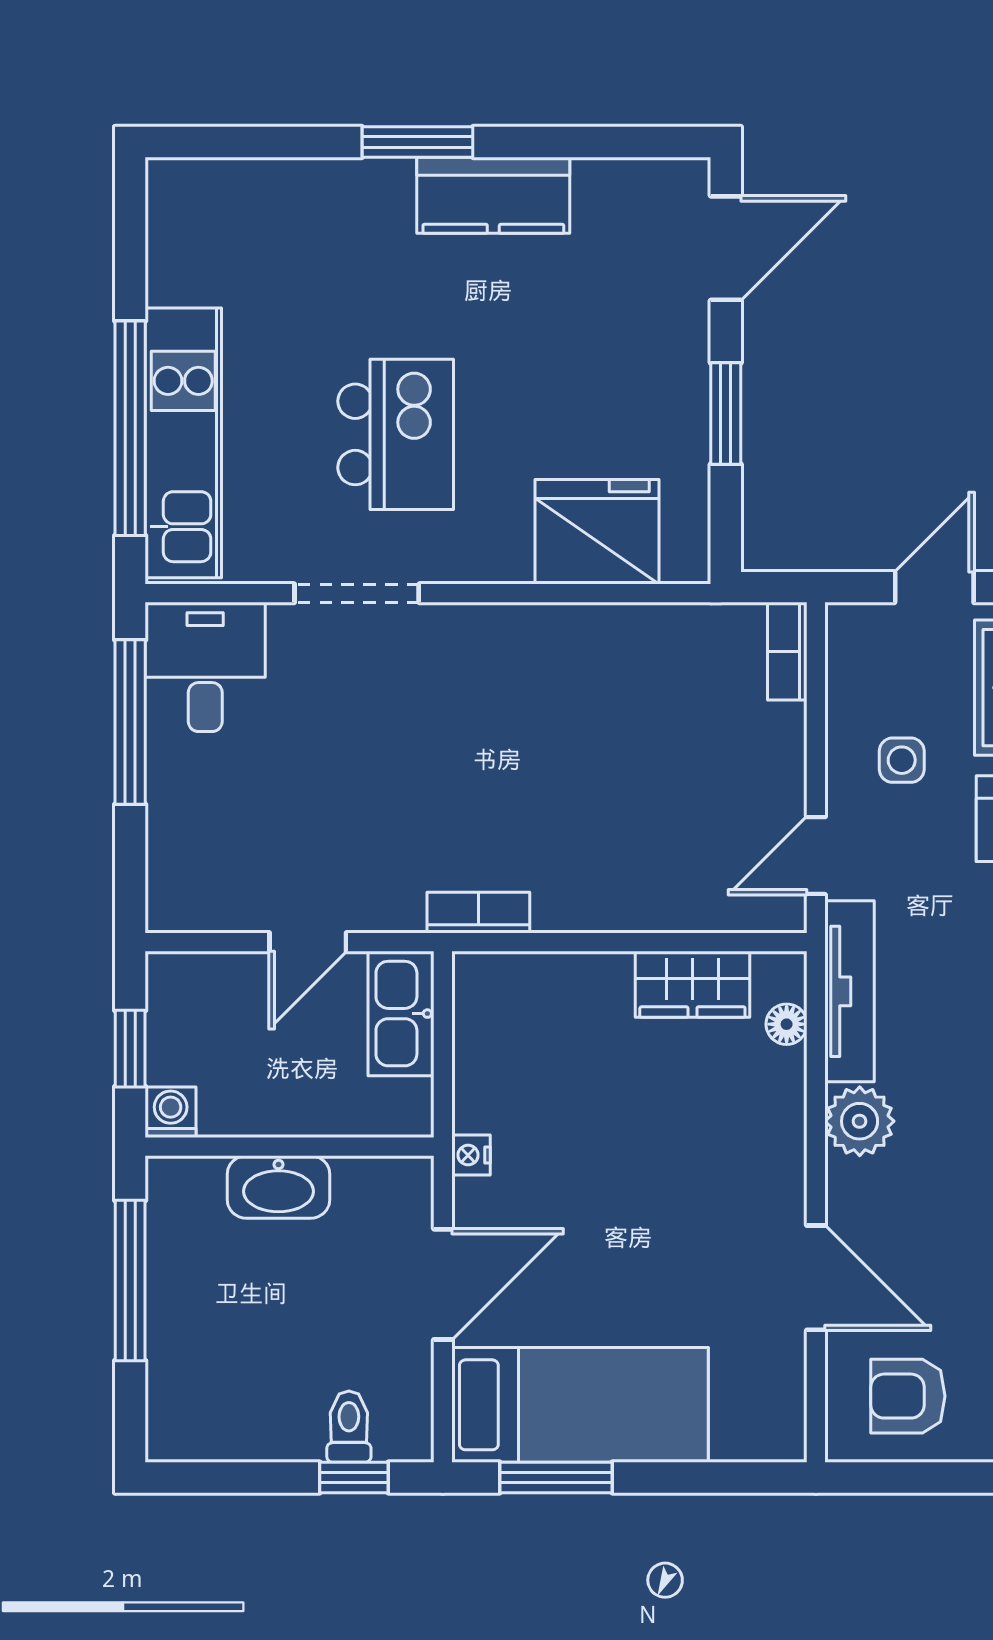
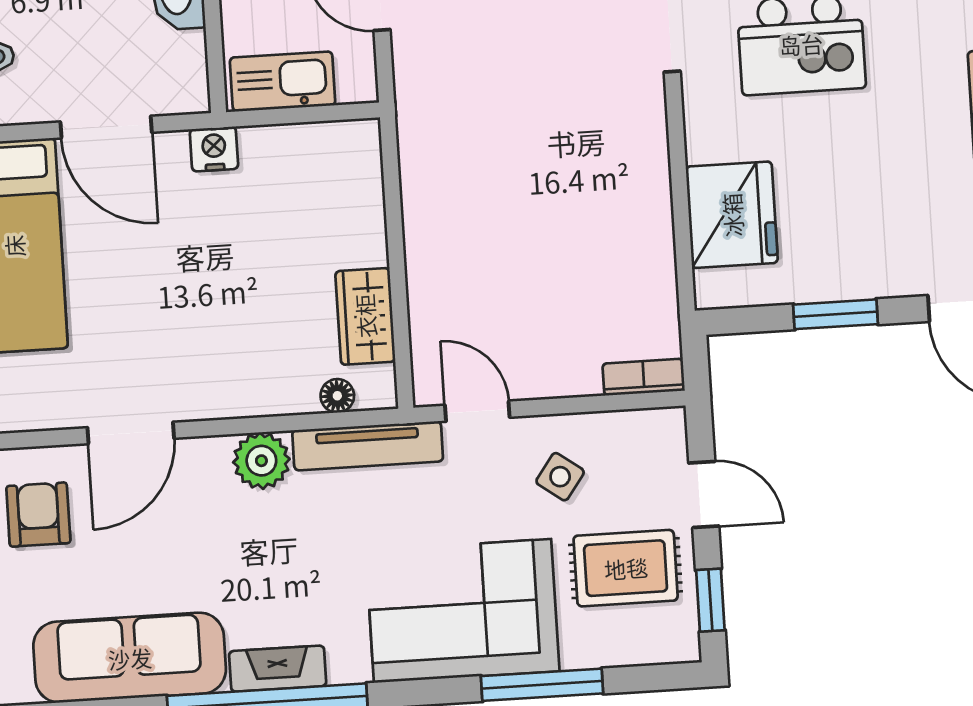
side table: (902, 760) -> (560, 477), turned 36
bookcase: (478, 913) -> (413, 137), removed
kitchen sink: (401, 1014) -> (283, 81), moved
nightstand: (471, 1155) -> (214, 149), width x1.39, depth x1.35

